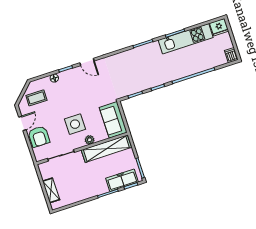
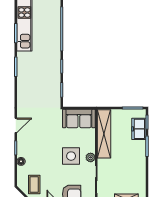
plant: (90, 140) -> (91, 157), moved
freezer: (122, 180) -> (139, 129), width x0.71

